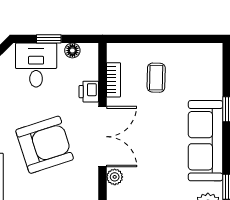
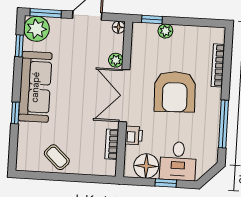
floor lamp: (72, 51) -> (146, 166), width x1.89, depth x1.89
coffee table: (156, 78) -> (57, 157), moved, turned -48
armchair: (45, 145) -> (175, 92), turned -74

